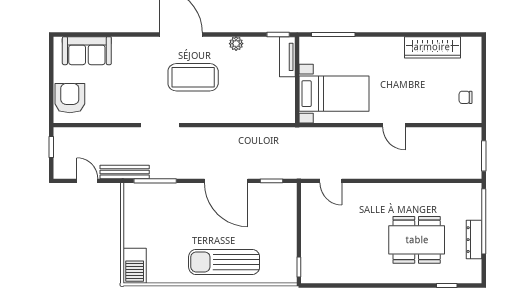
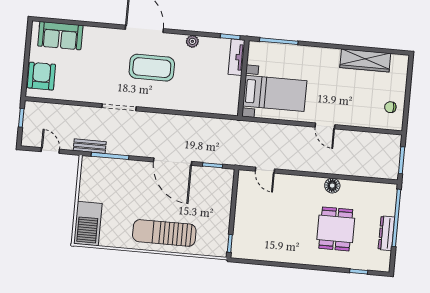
bench: (125, 172) -> (90, 146), width x0.73
floor lamp: (408, 191) -> (332, 186), added
dining table: (417, 240) -> (336, 229), width x0.73
barbecue: (135, 266) -> (88, 224), width x1.37, depth x1.21

